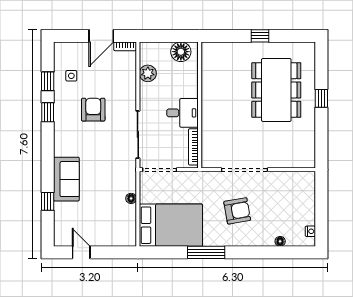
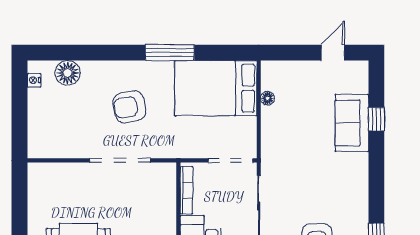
sofa: (66, 179) -> (352, 123), moved
floor lamp: (131, 198) -> (268, 98), moved
floor lamp: (280, 241) -> (68, 73), width x1.89, depth x1.89
door: (81, 252) -> (333, 53), swing flipped

